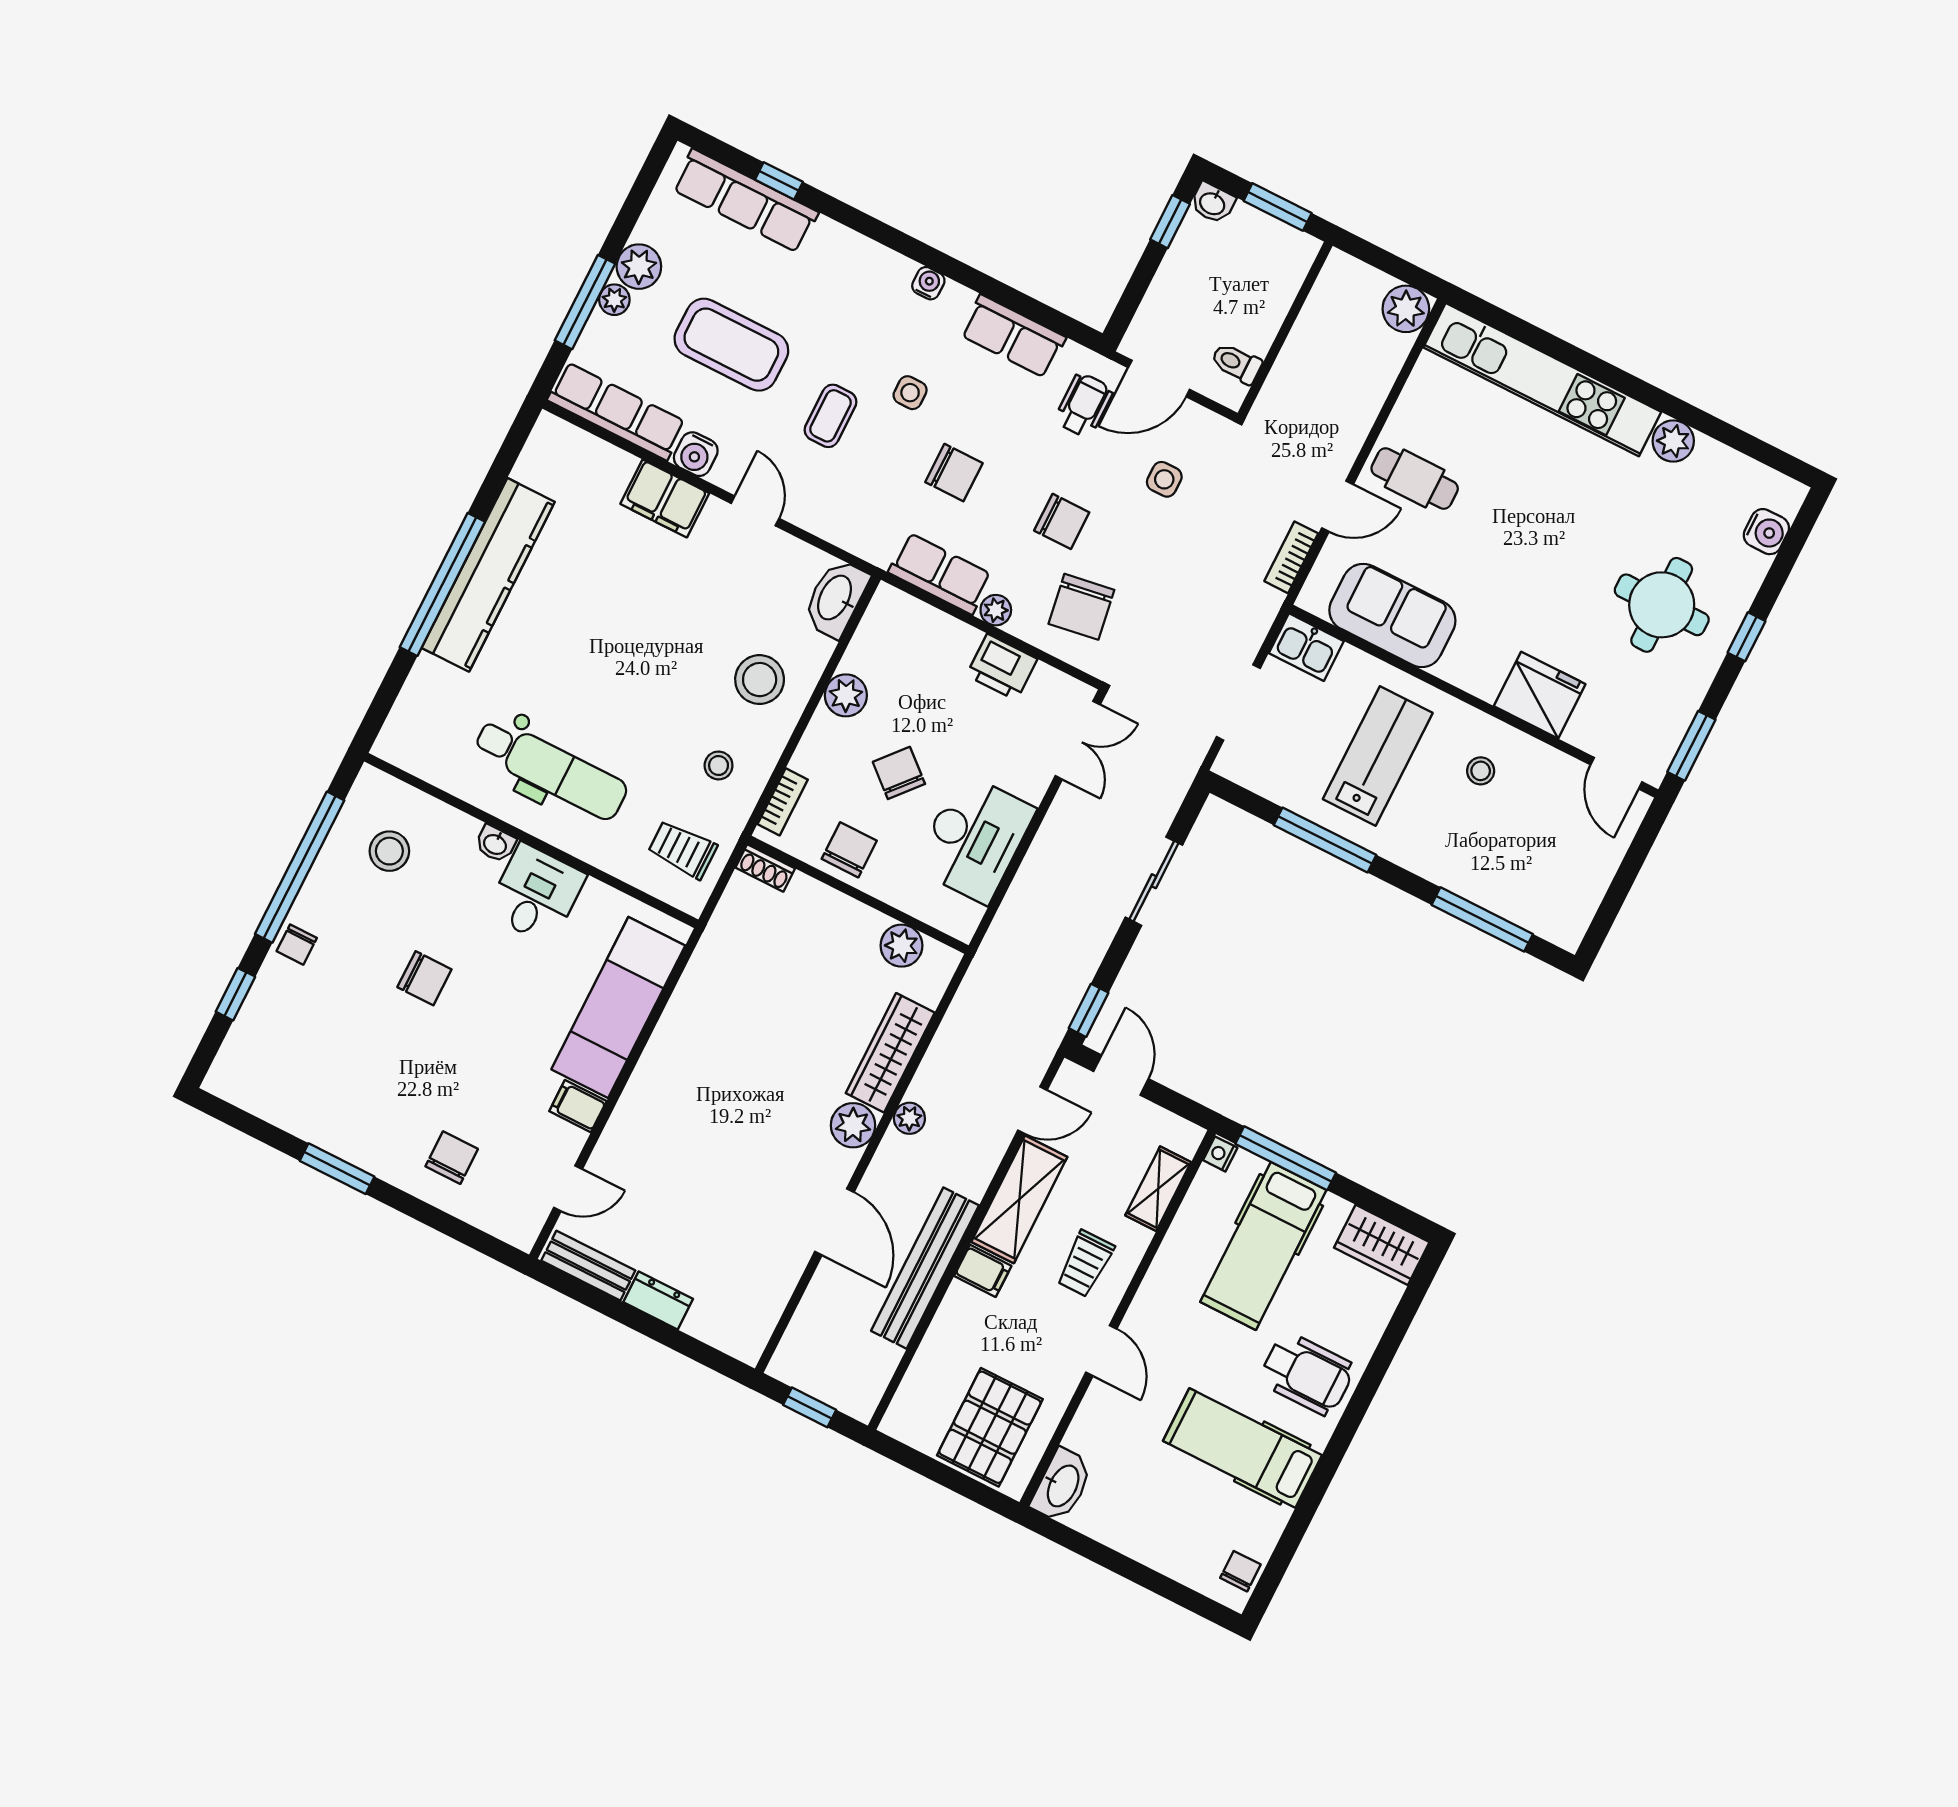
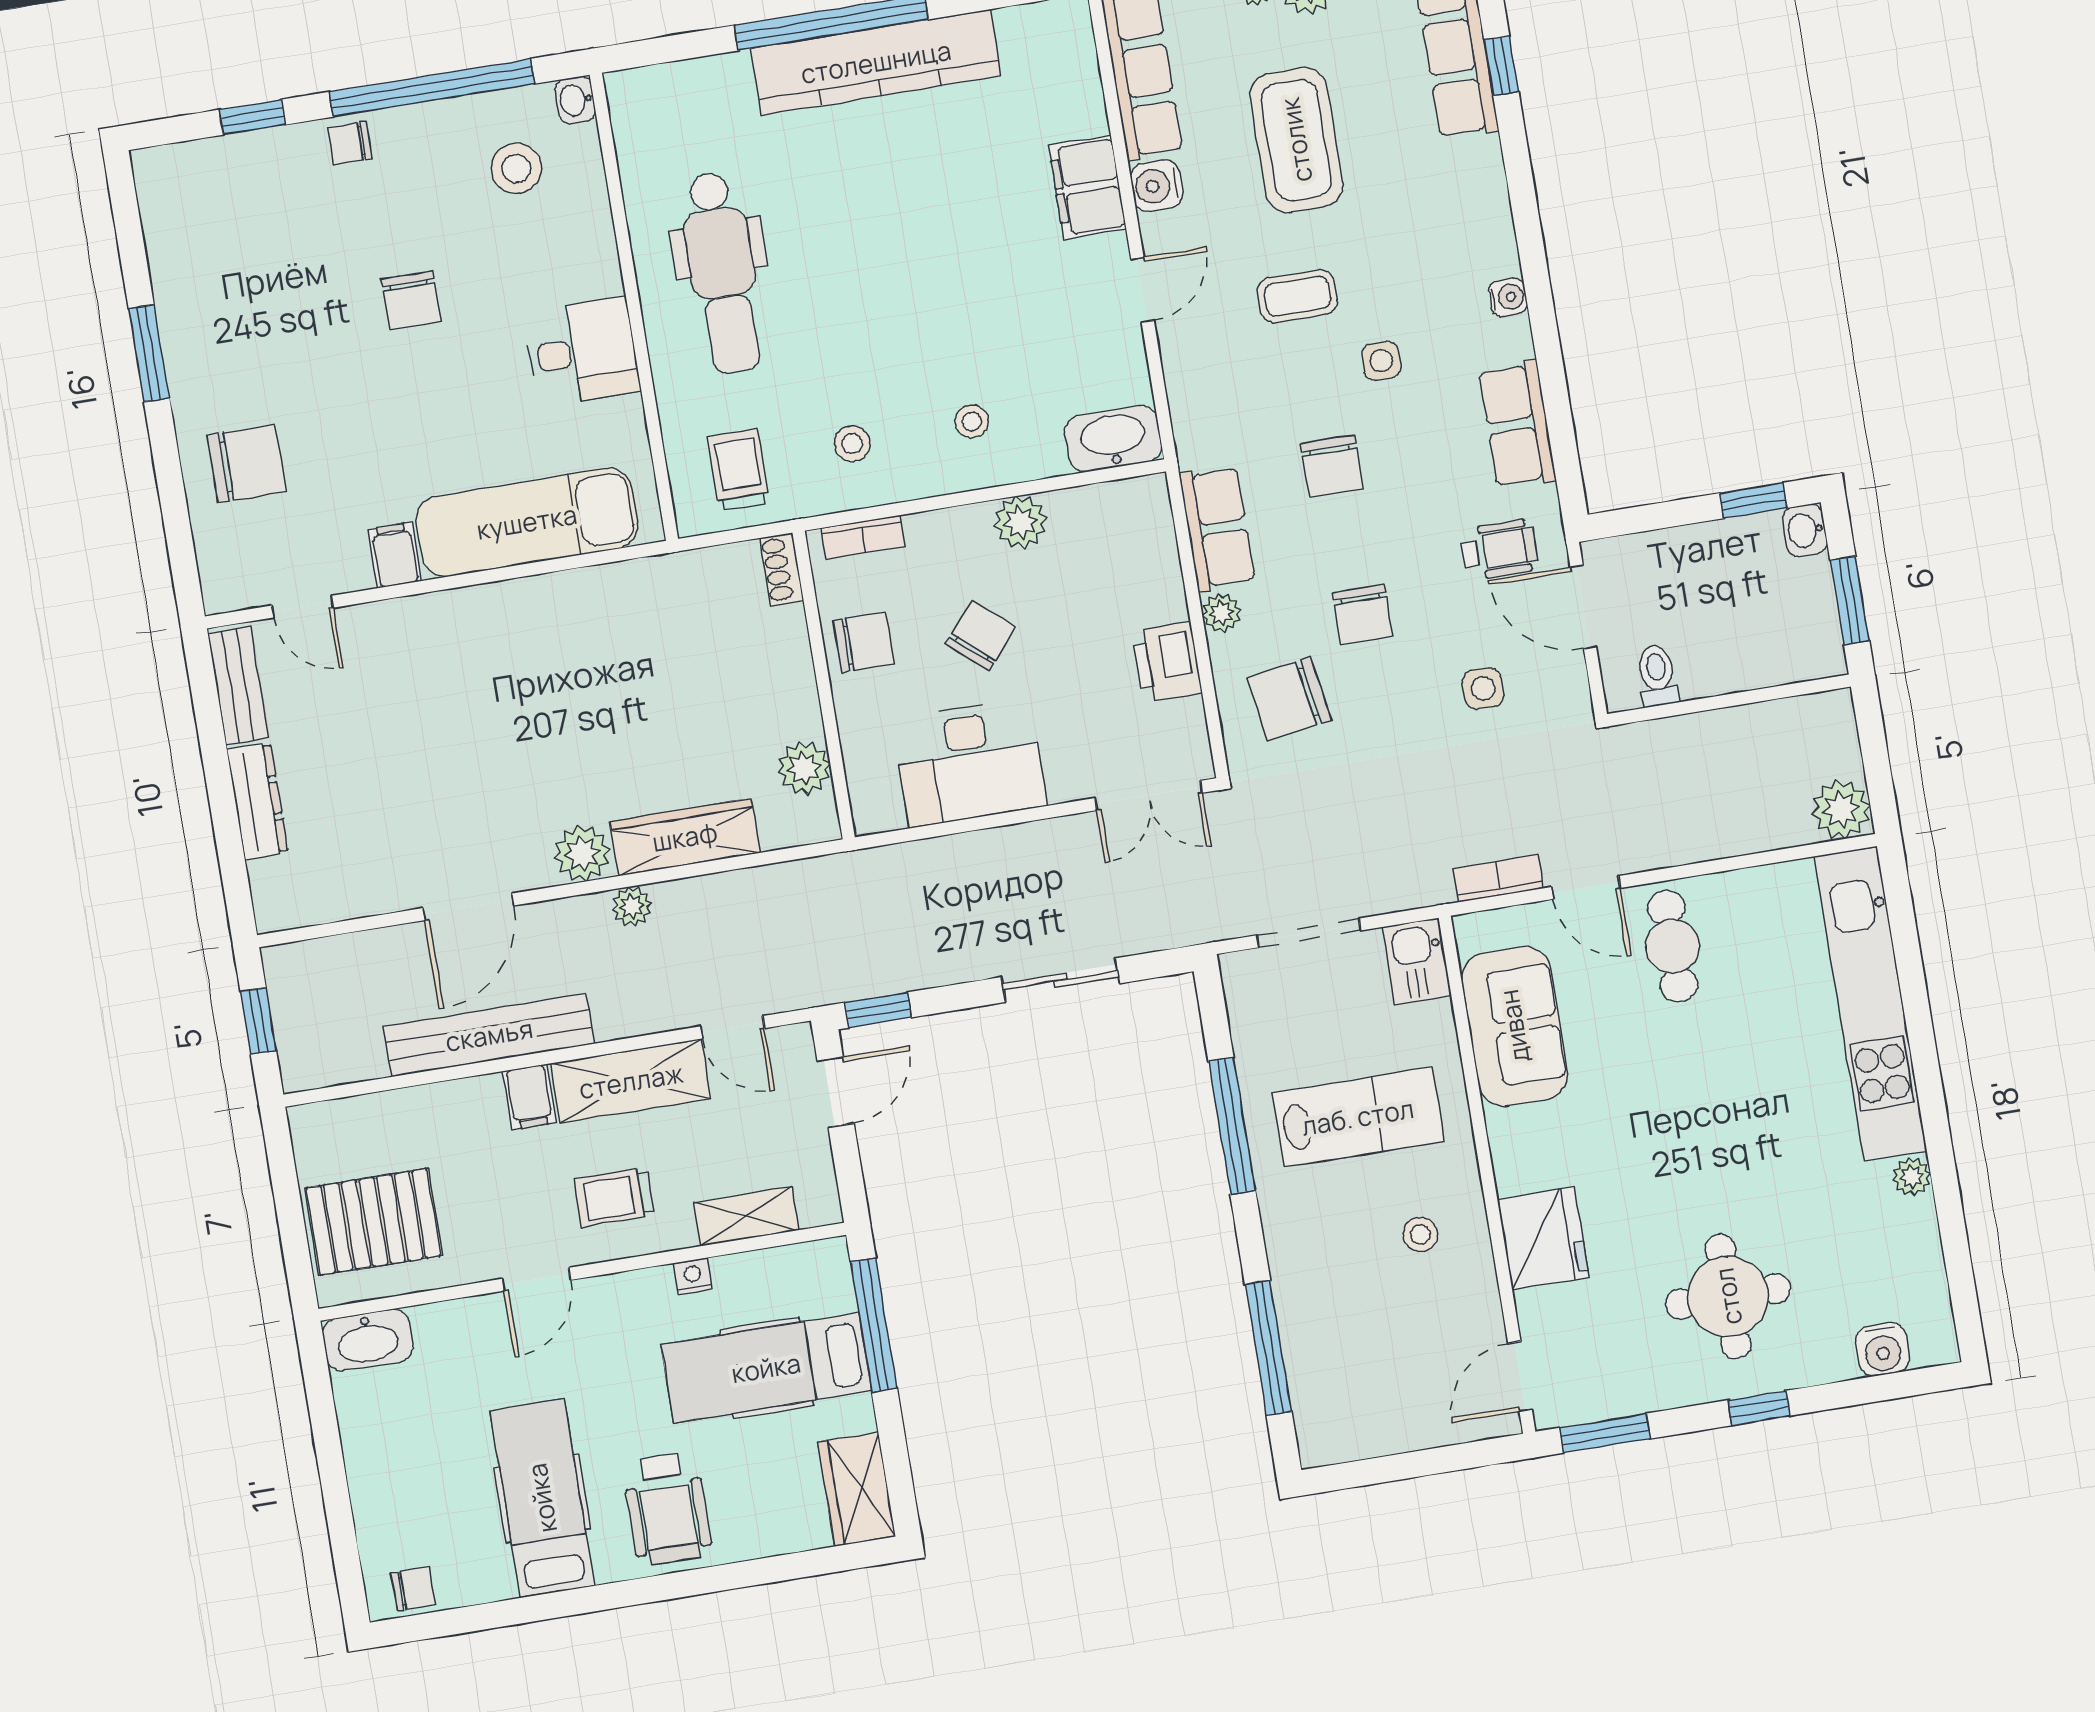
plant: (1673, 441) -> (1912, 1177), width x0.73, depth x0.73
stool: (760, 680) -> (972, 421), width x0.53, depth x0.53
washbasin: (495, 844) -> (575, 100), moved
nightstand: (1220, 1154) -> (693, 1276), moved
chair: (452, 1158) -> (247, 463), width x1.37, depth x1.37
dresser: (658, 1300) -> (257, 801), width x1.44

